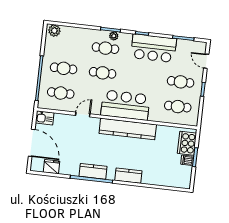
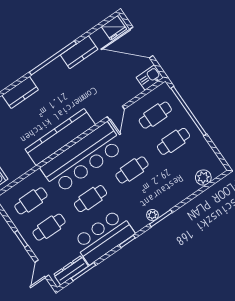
plant: (54, 31) -> (203, 177), moved
dresser: (190, 45) -> (71, 270), added
cafe table: (105, 48) -> (91, 199), moved
door: (206, 61) -> (42, 269), swing flipped
bar counter: (125, 105) -> (83, 158), width x1.36
fridge: (52, 167) -> (114, 28), moved
kitchen counter: (93, 171) -> (79, 52), moved

